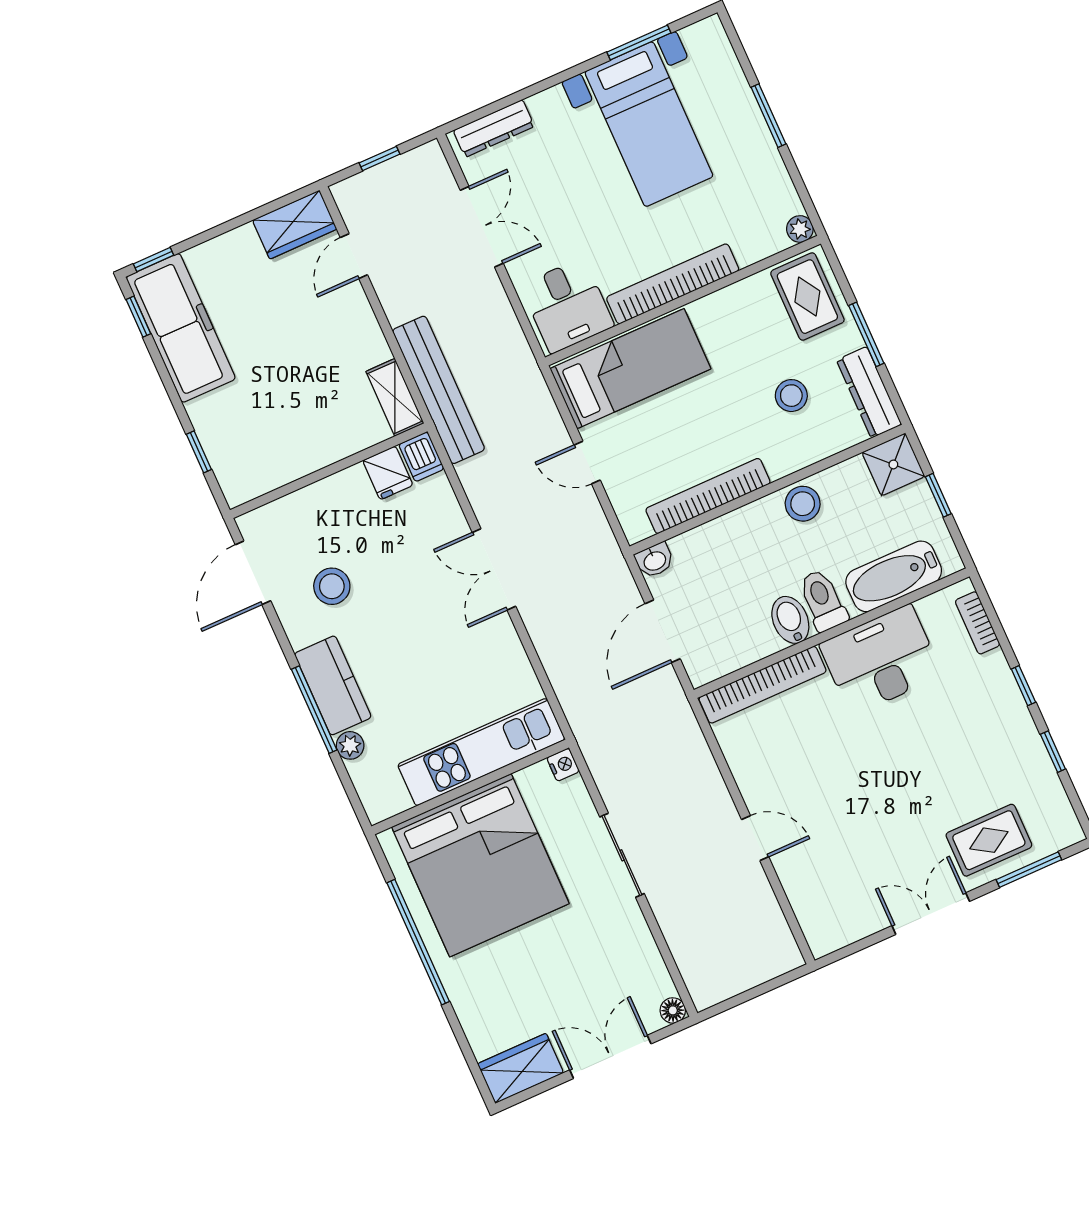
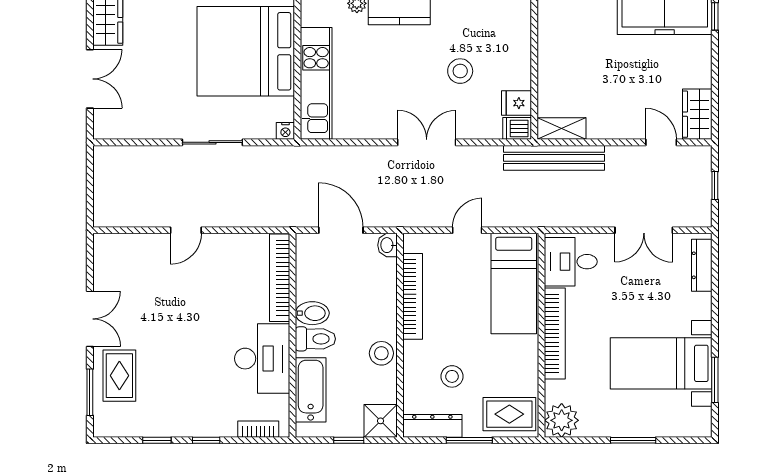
plant: (800, 229) -> (562, 420), width x1.87, depth x1.87
stool: (332, 586) -> (460, 71), moved
floor lamp: (673, 1010) -> (101, 131), removed

